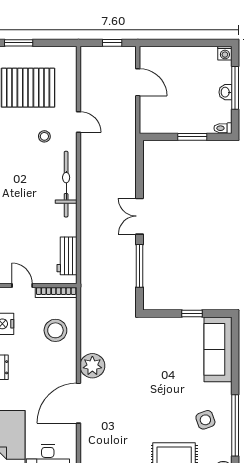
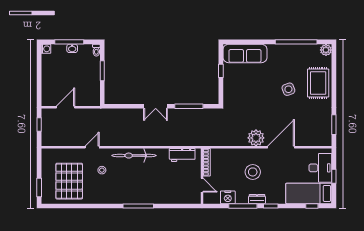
door: (22, 285) -> (202, 185), swing flipped
stool: (55, 330) -> (253, 172), moved
door: (78, 403) -> (281, 147), swing flipped
side table: (205, 420) -> (288, 89), moved

